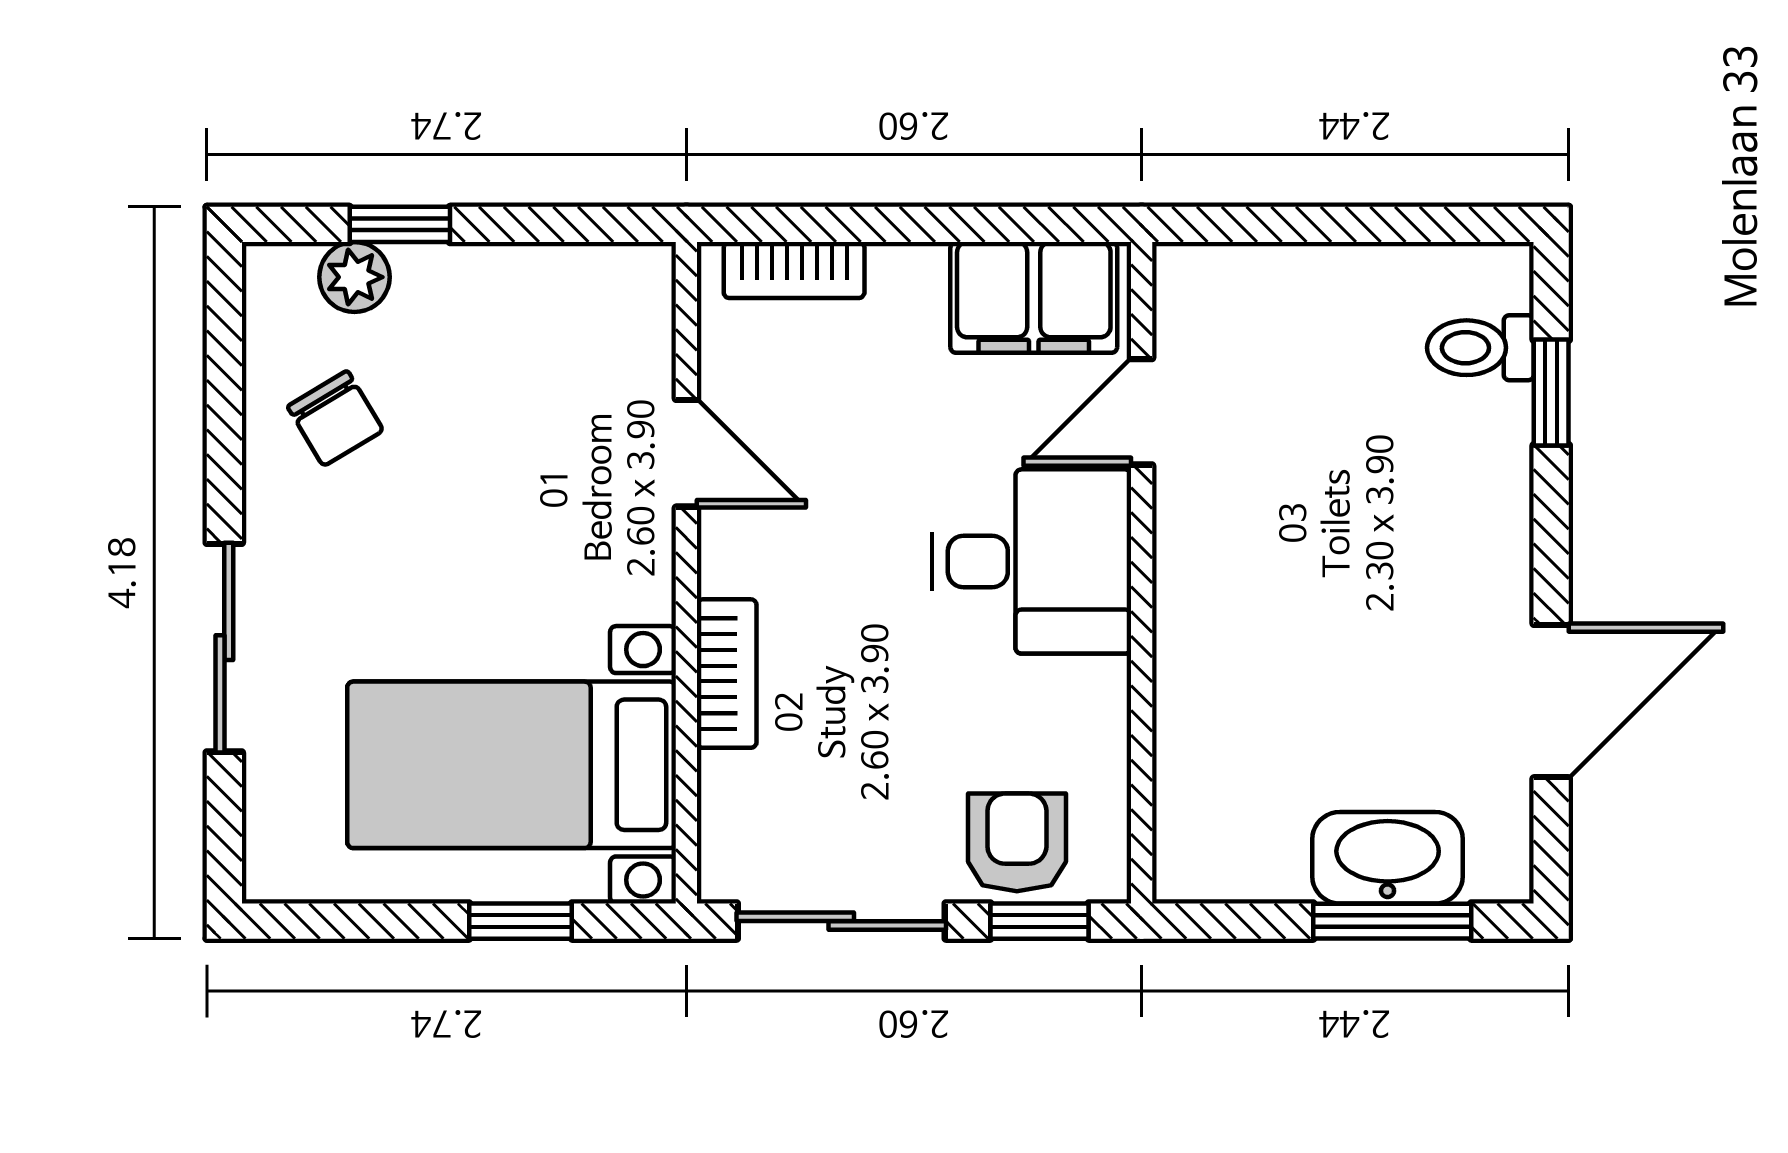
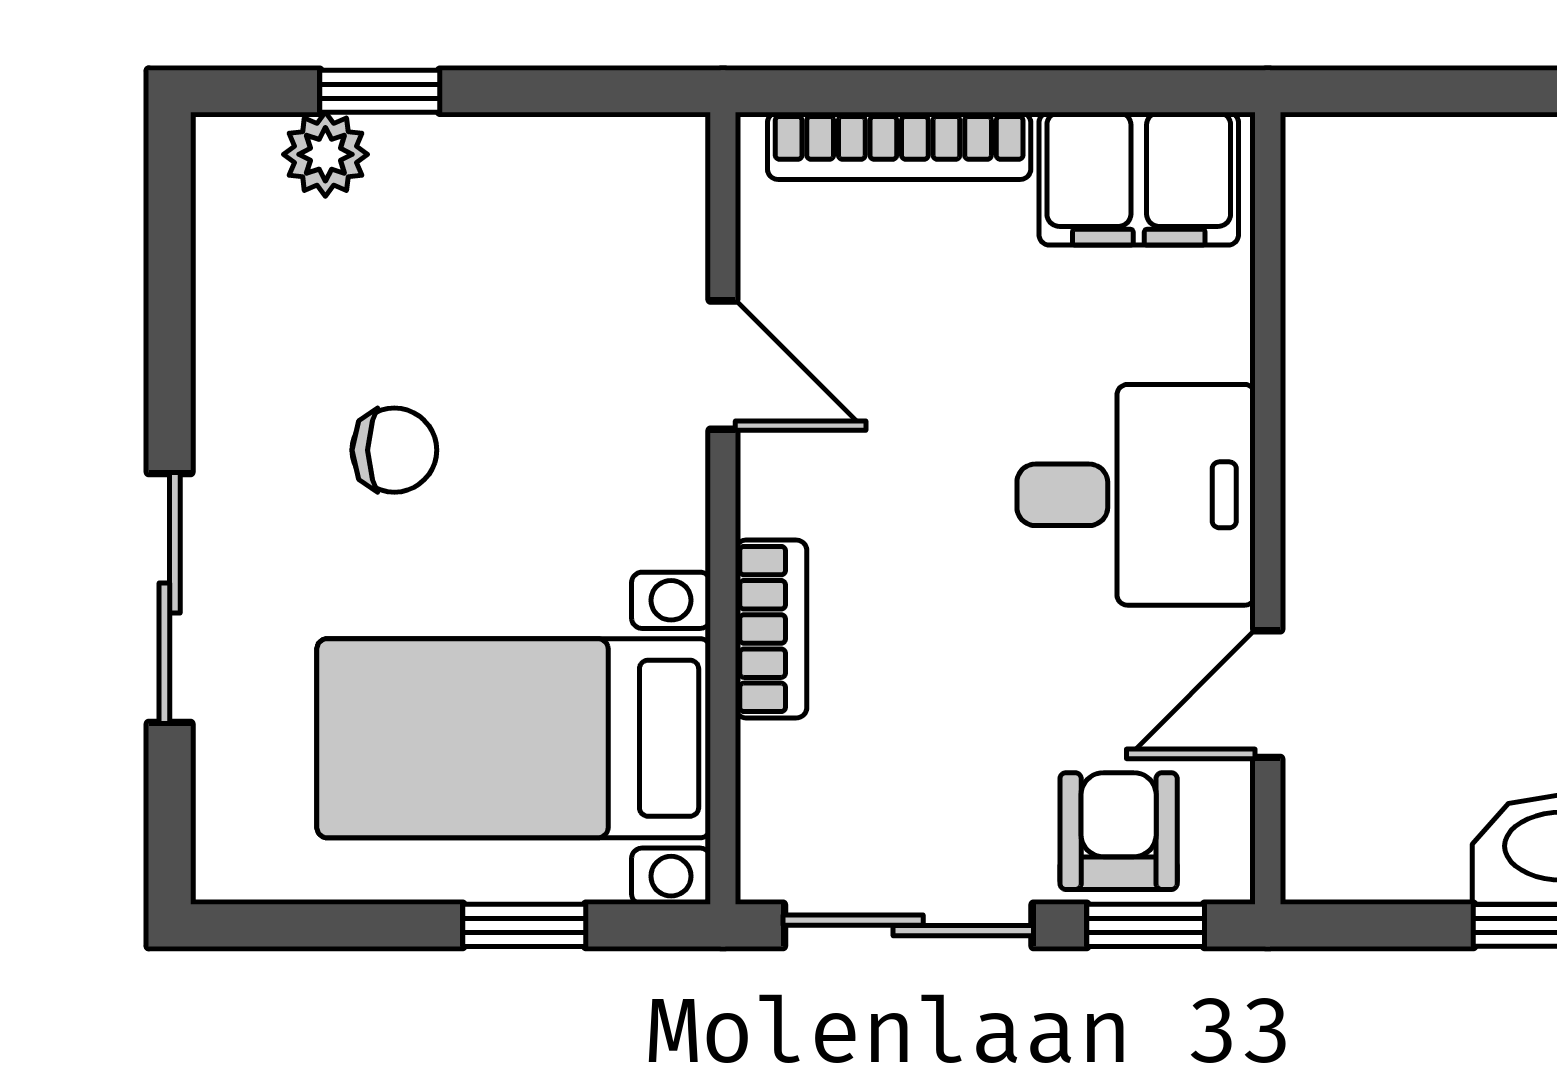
bookcase: (794, 270) -> (899, 146), width x1.56
door: (1142, 412) -> (1268, 694), moved
chair: (335, 418) -> (394, 450), moved, turned -59

